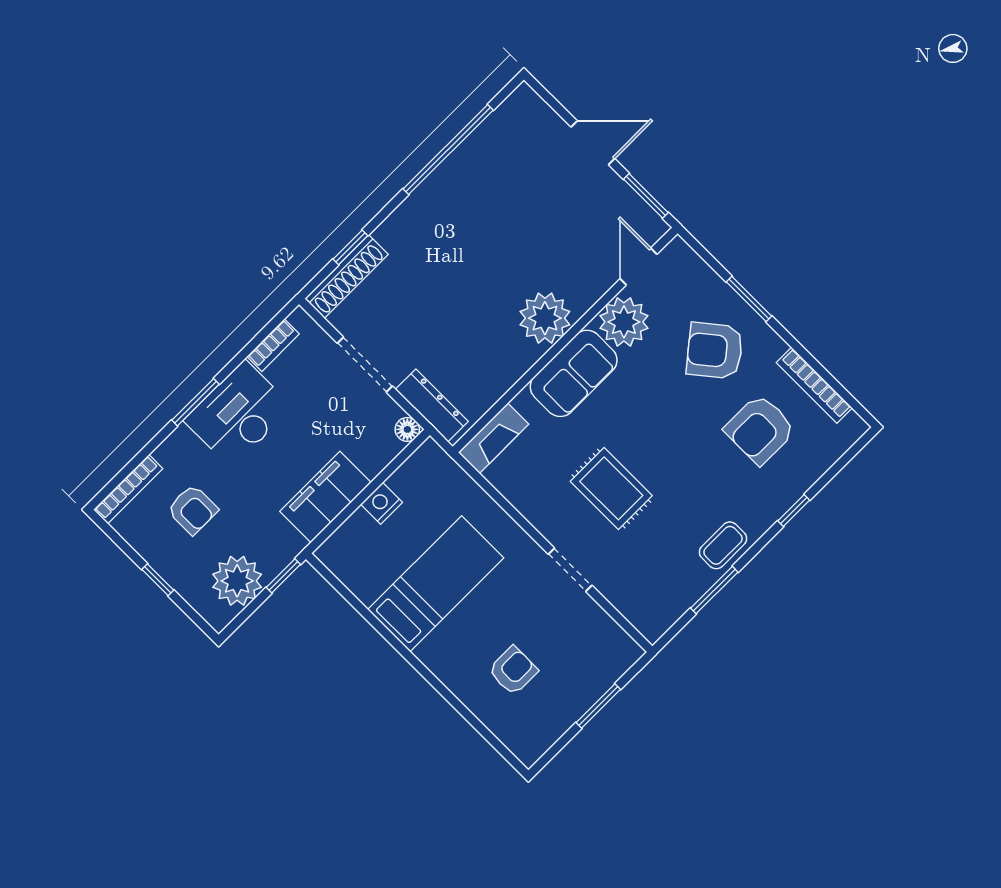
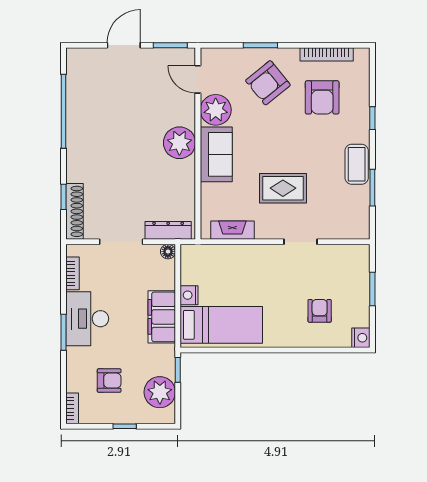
fireplace: (494, 438) -> (232, 230), moved, turned -90
bookcase: (128, 489) -> (72, 408), width x0.64
coffee table: (723, 545) -> (357, 164), width x1.36, depth x1.30
bed: (436, 584) -> (221, 325), moved, turned 90
nightstand: (529, 749) -> (361, 338), added

